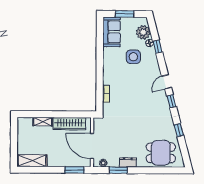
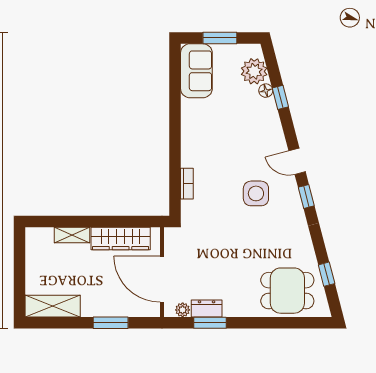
side table: (133, 57) -> (256, 193), moved
door: (167, 82) -> (297, 161), hinge flipped
window: (179, 130) -> (327, 274), moved
dresser: (128, 162) -> (207, 308), moved
window: (75, 170) -> (111, 323), moved

